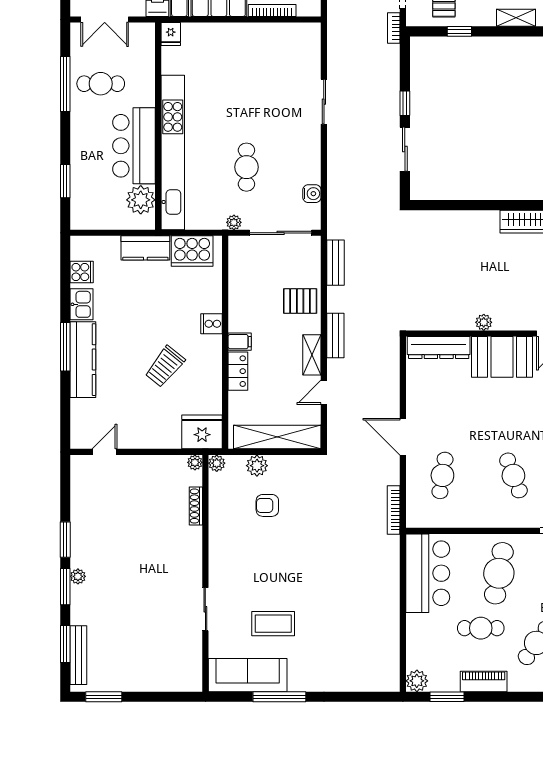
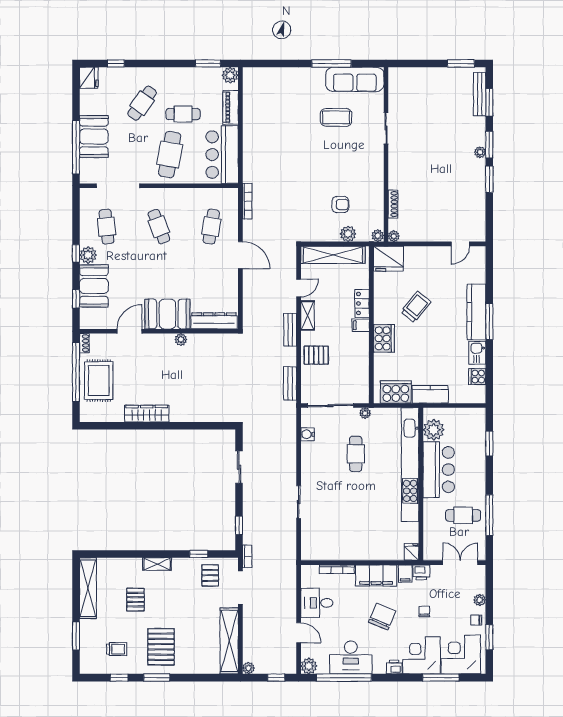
window: (405, 103) -> (239, 525), moved
cooker: (212, 324) -> (384, 338), width x1.87, depth x1.31
piano: (484, 681) -> (231, 107), moved, turned 90

